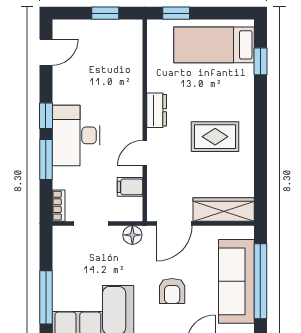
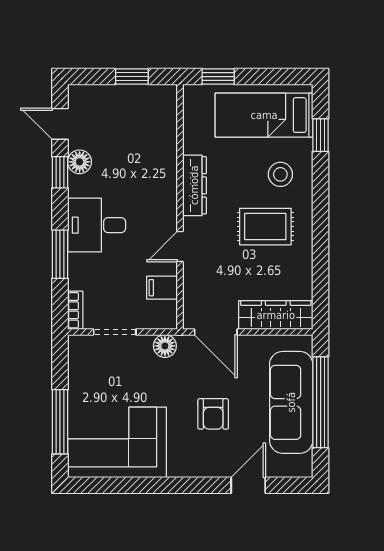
door: (46, 52) -> (60, 124), swing flipped
floor lamp: (62, 83) -> (80, 162), added
stool: (227, 94) -> (280, 174), added
dresser: (157, 110) -> (194, 185), width x1.44
window: (46, 116) -> (60, 172), moved
desk: (76, 135) -> (97, 225), width x0.73
door: (174, 223) -> (216, 332), hinge flipped

